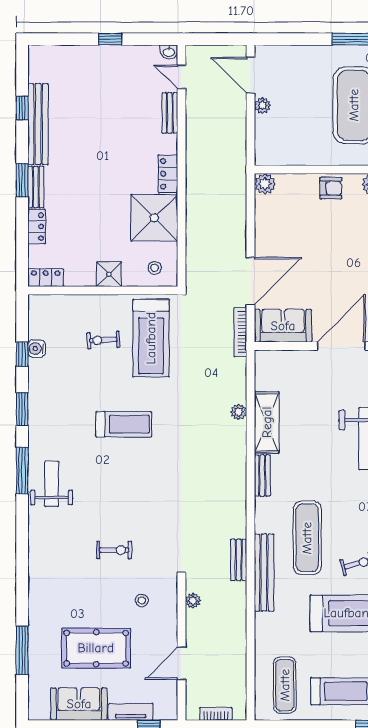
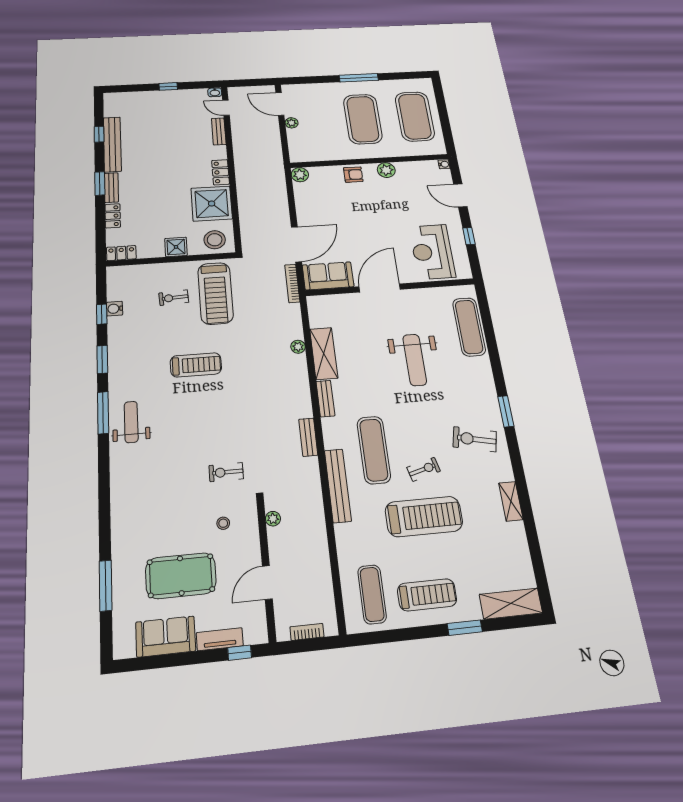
stool: (155, 268) -> (215, 240), width x1.89, depth x1.89
exercise bike: (114, 550) -> (226, 472), moved, turned 180
bench: (239, 560) -> (308, 437), moved

